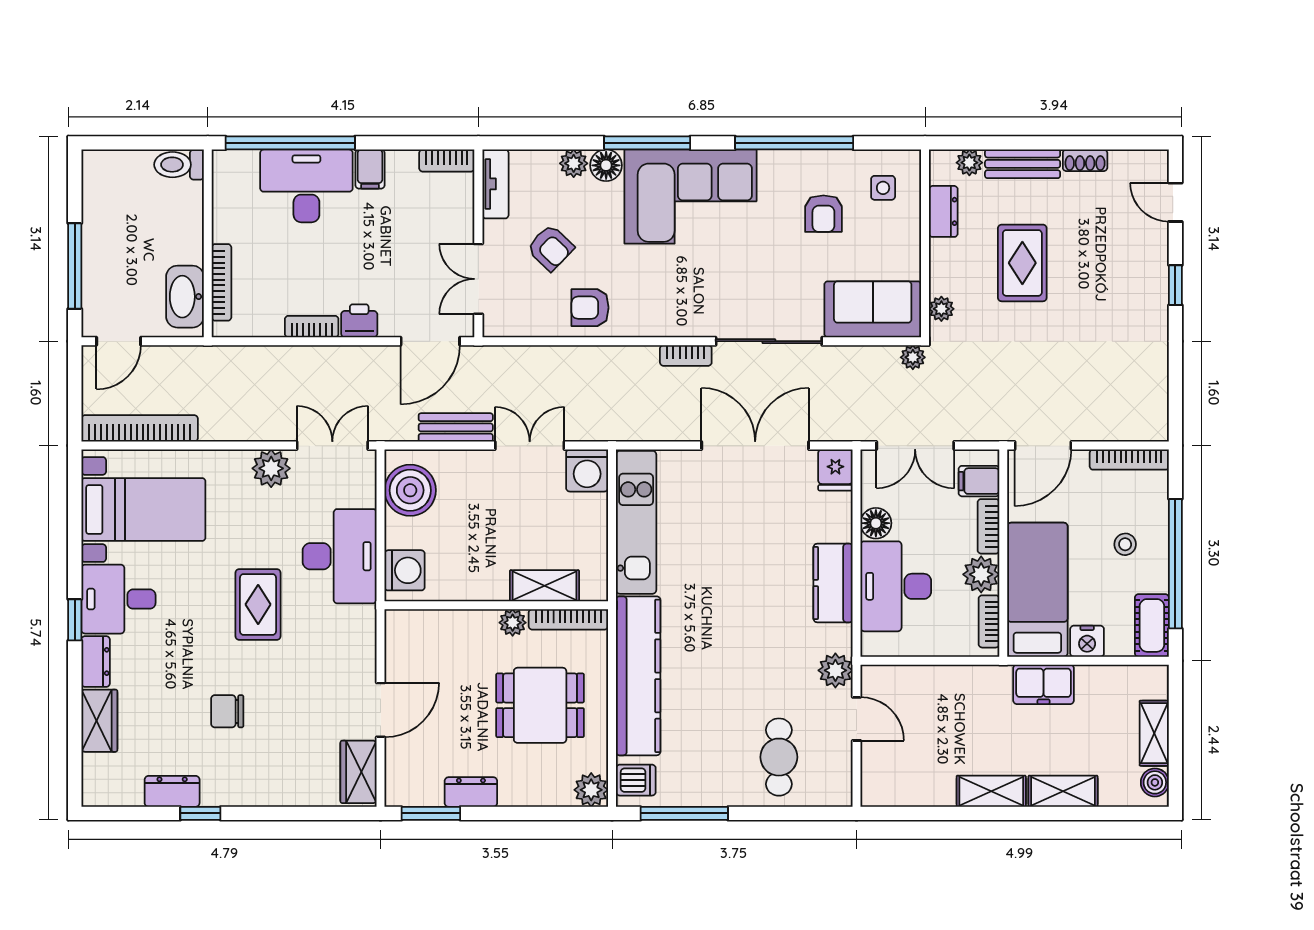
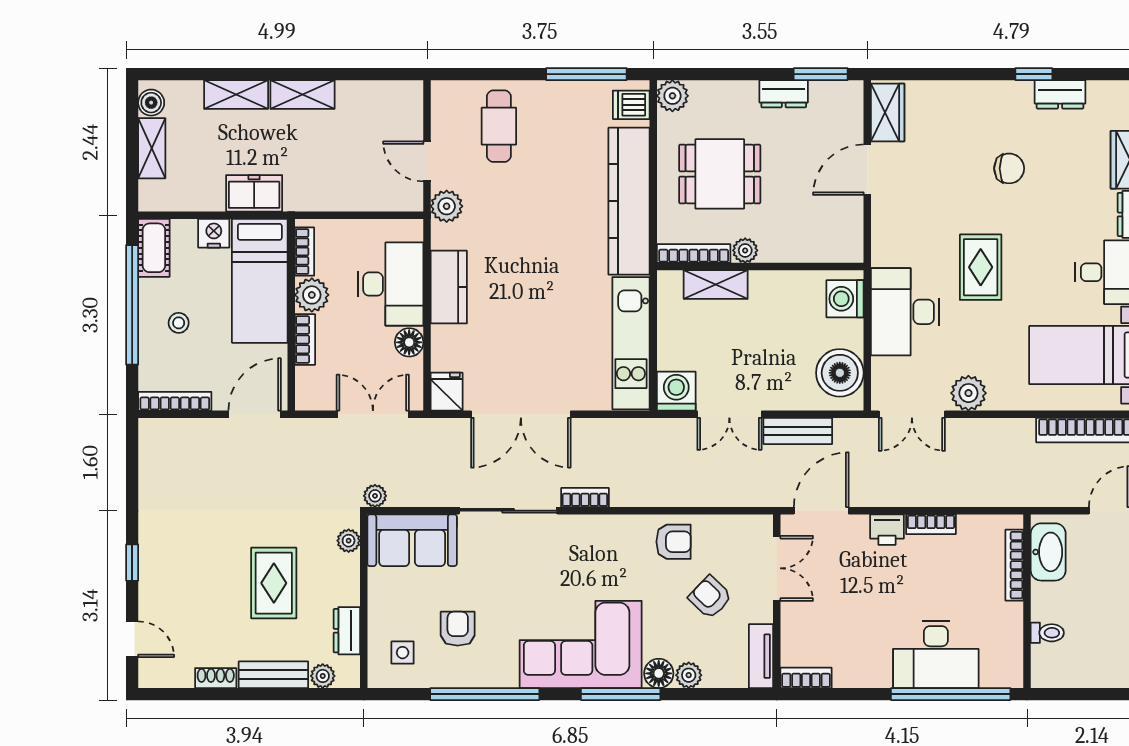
toilet: (179, 165) -> (1047, 633), moved, width x0.73, depth x0.72
filing cabinet: (370, 169) -> (877, 670), removed
filing cabinet: (979, 481) -> (314, 381), removed

